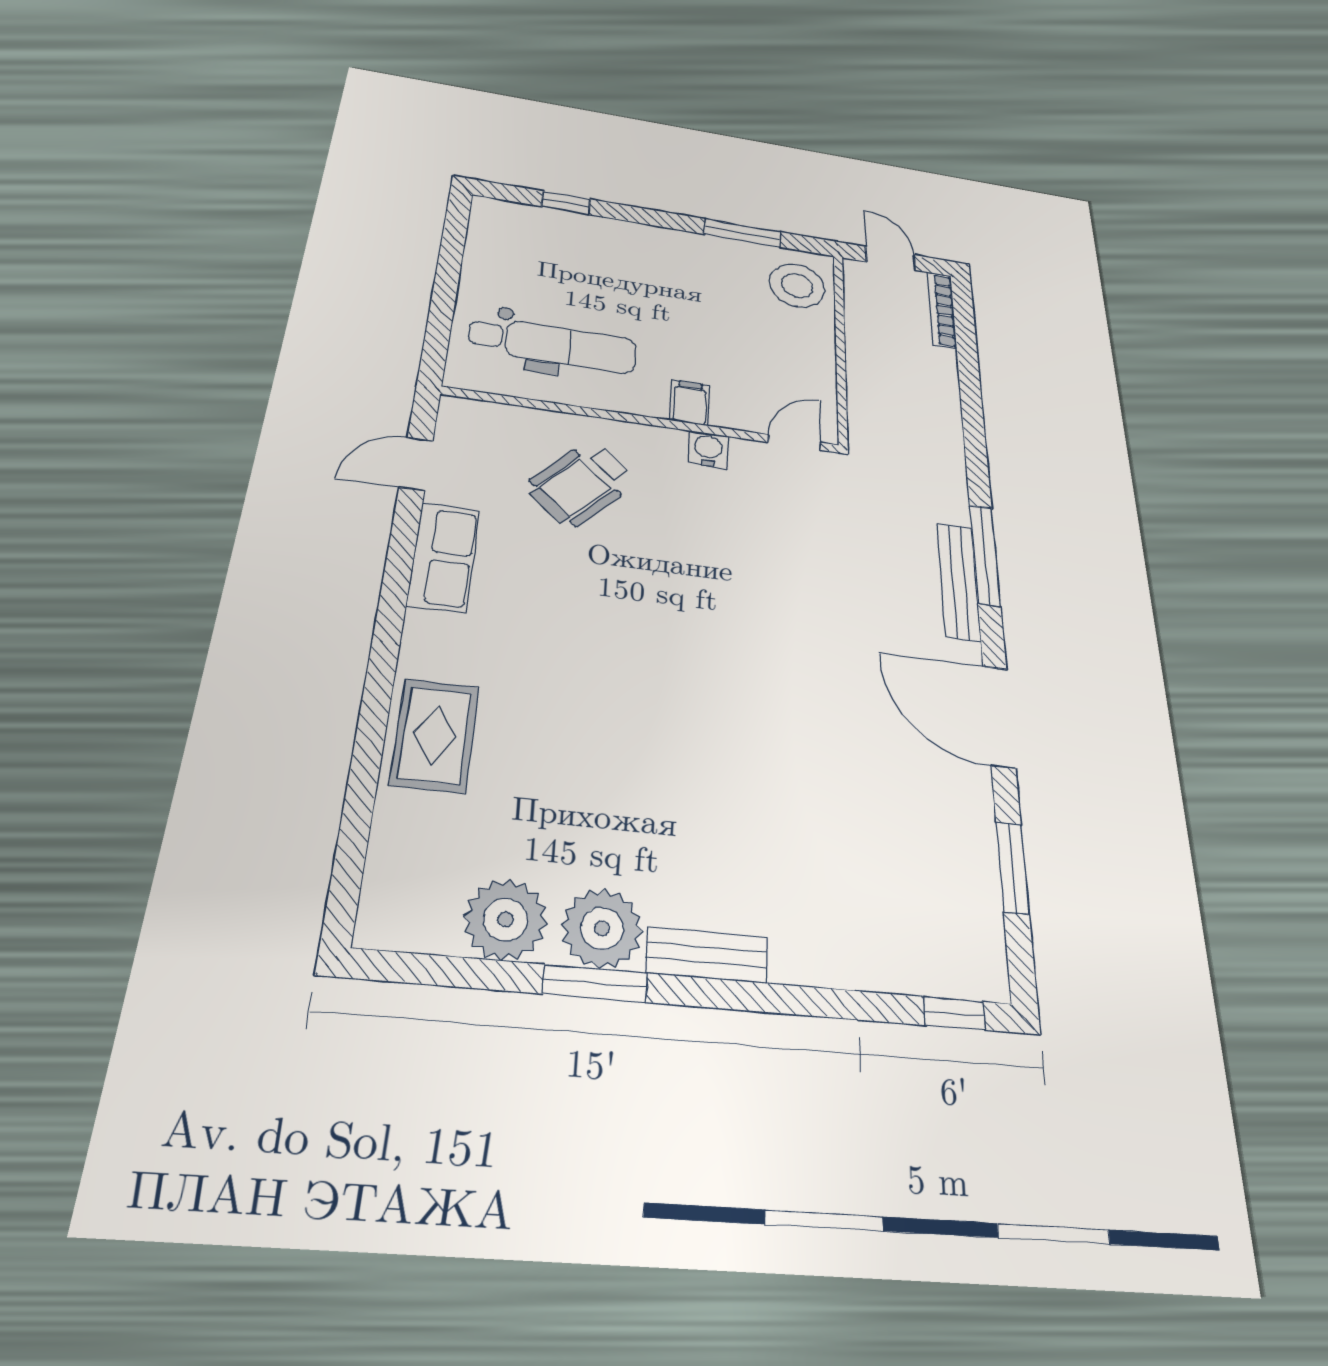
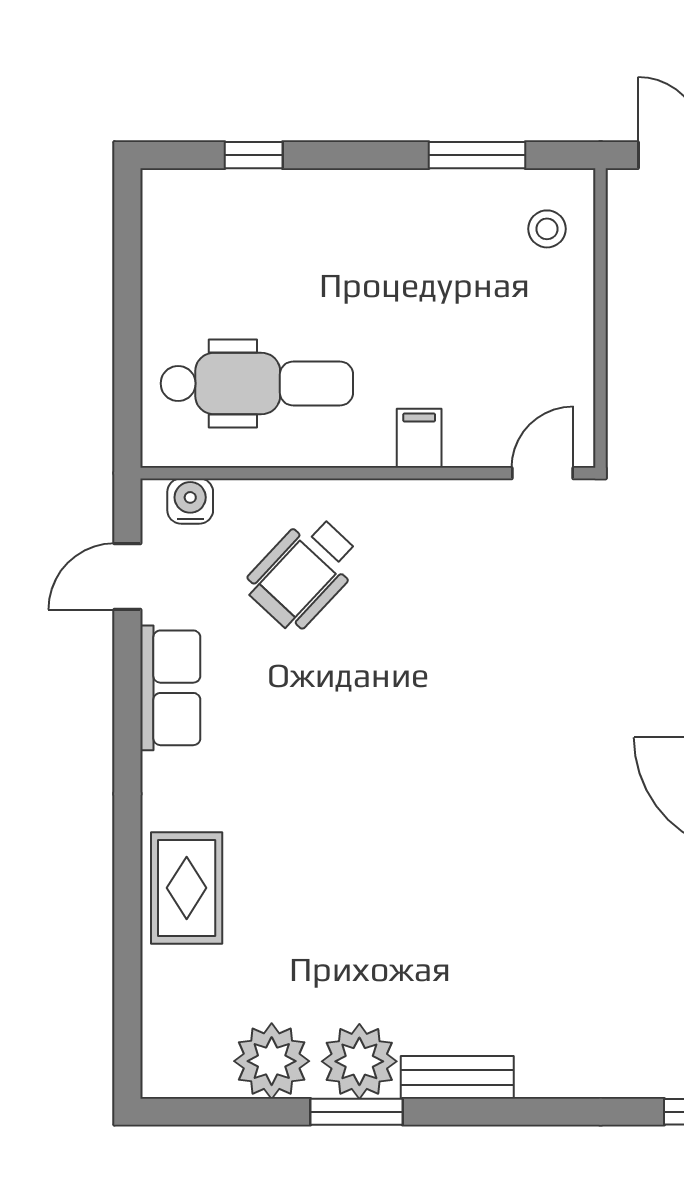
stool: (797, 286) -> (547, 229), width x0.53, depth x0.53
water cooler: (708, 449) -> (190, 501), moved

